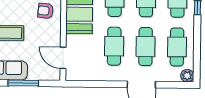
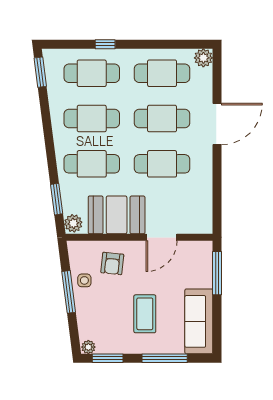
door: (63, 58) -> (161, 237), moved
window: (23, 83) -> (217, 273), moved

